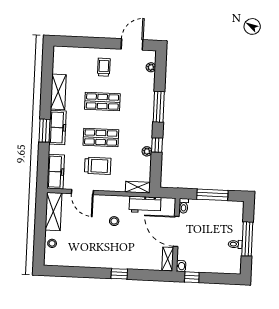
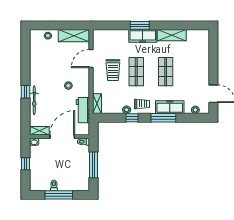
trolley: (104, 67) -> (142, 104), moved
freezer: (56, 172) -> (170, 107), moved, turned 180
bicycle: (130, 264) -> (34, 100), added
window: (192, 277) -> (25, 164), moved

